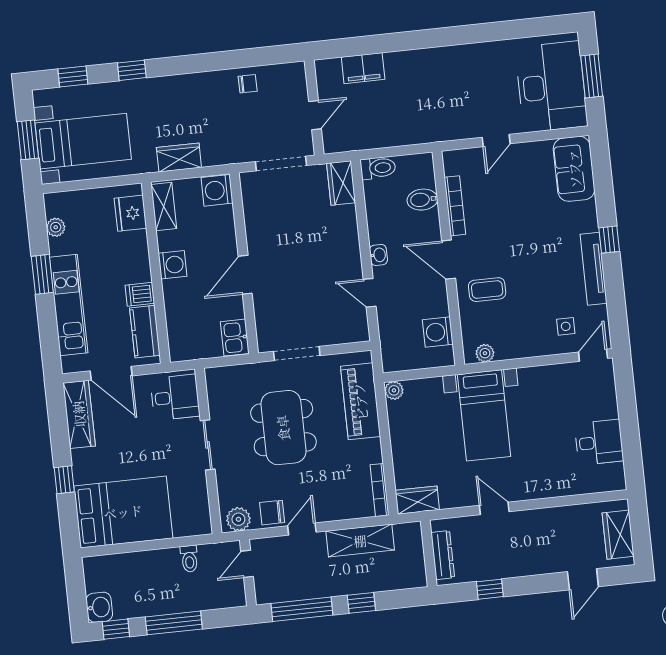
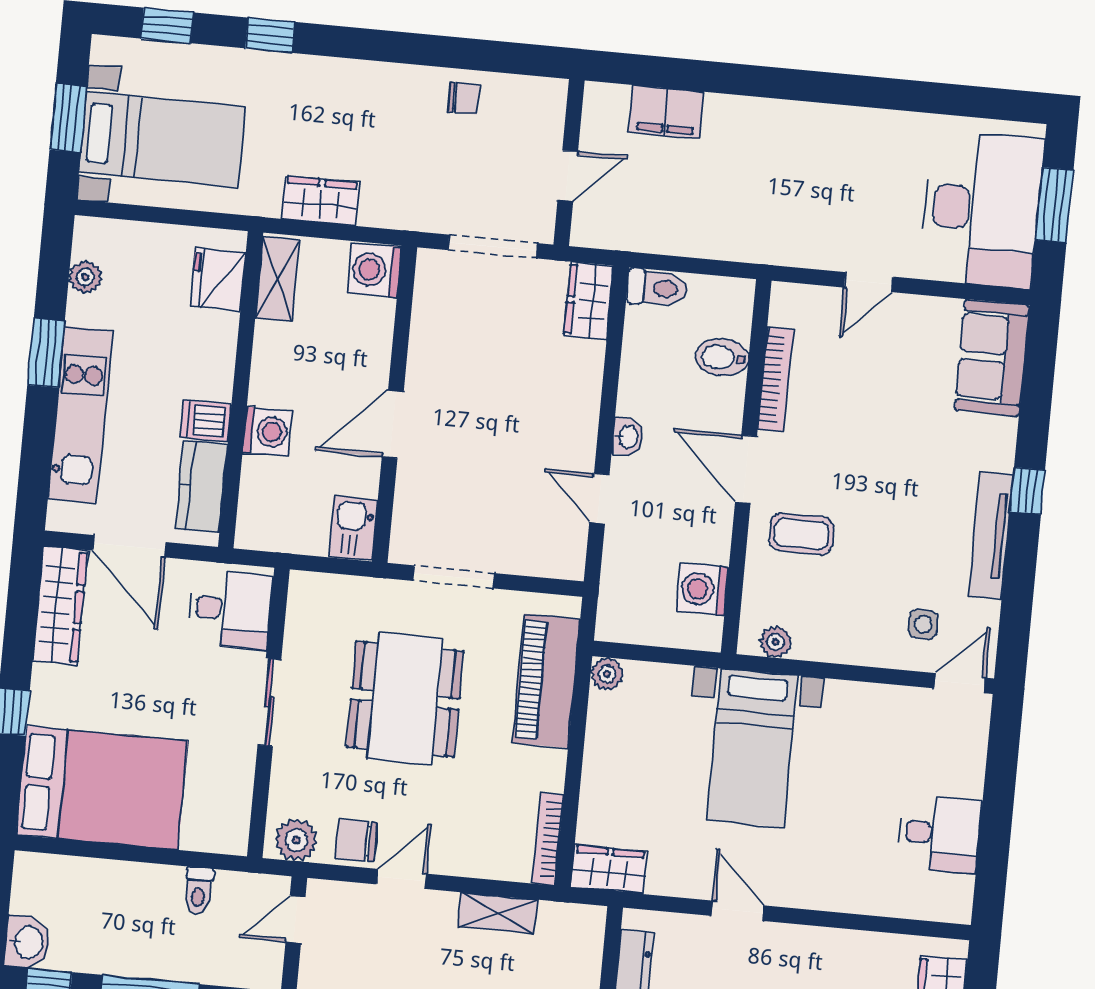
washing machine: (173, 265) -> (267, 432), moved
shelving: (360, 541) -> (497, 913), width x0.67, depth x0.75

